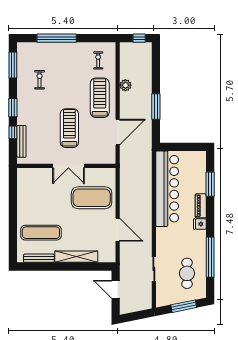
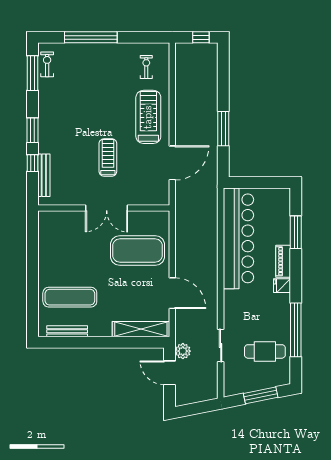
exercise bike: (40, 80) -> (47, 64), moved
plant: (125, 85) -> (183, 351), moved
treadmill: (69, 128) -> (108, 157), width x0.73, depth x0.73
shelving: (76, 257) -> (141, 329), moved
cafe table: (187, 273) -> (265, 351), turned 90

